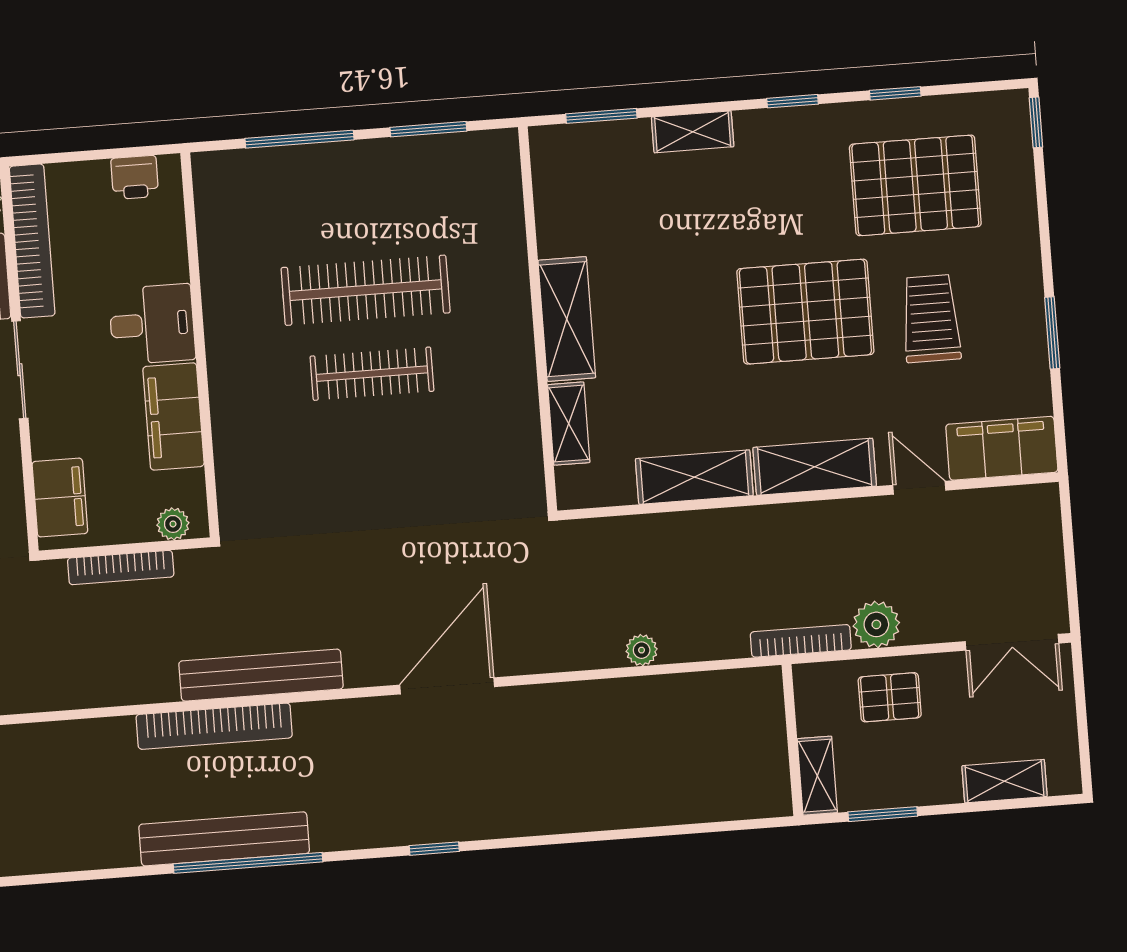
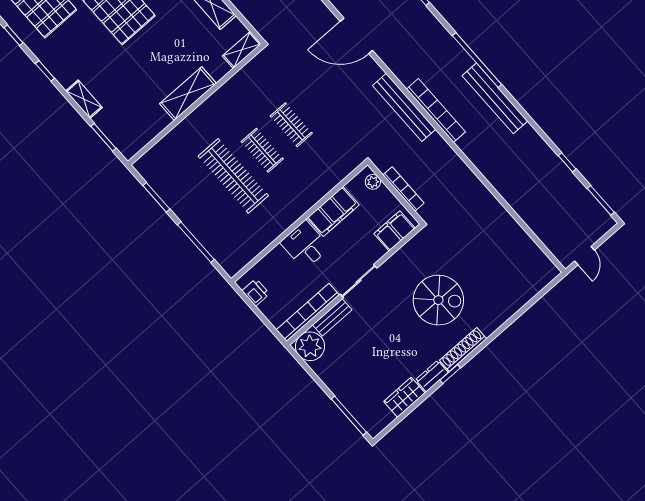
clothes rail: (372, 374) -> (262, 150), width x0.73
shelving: (569, 424) -> (242, 50), moved
clothes rail: (378, 457) -> (291, 125), added
bench: (224, 839) -> (495, 98), moved

